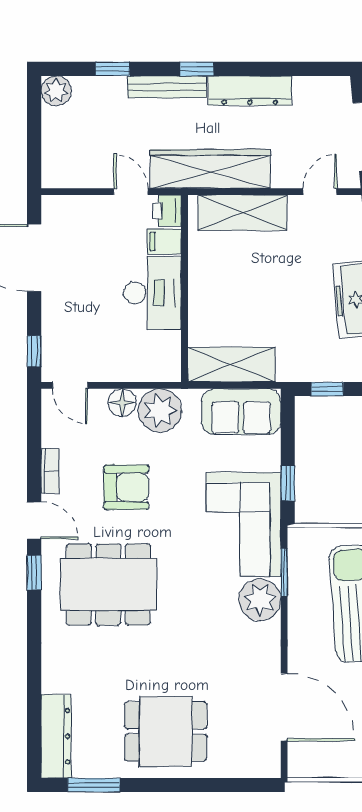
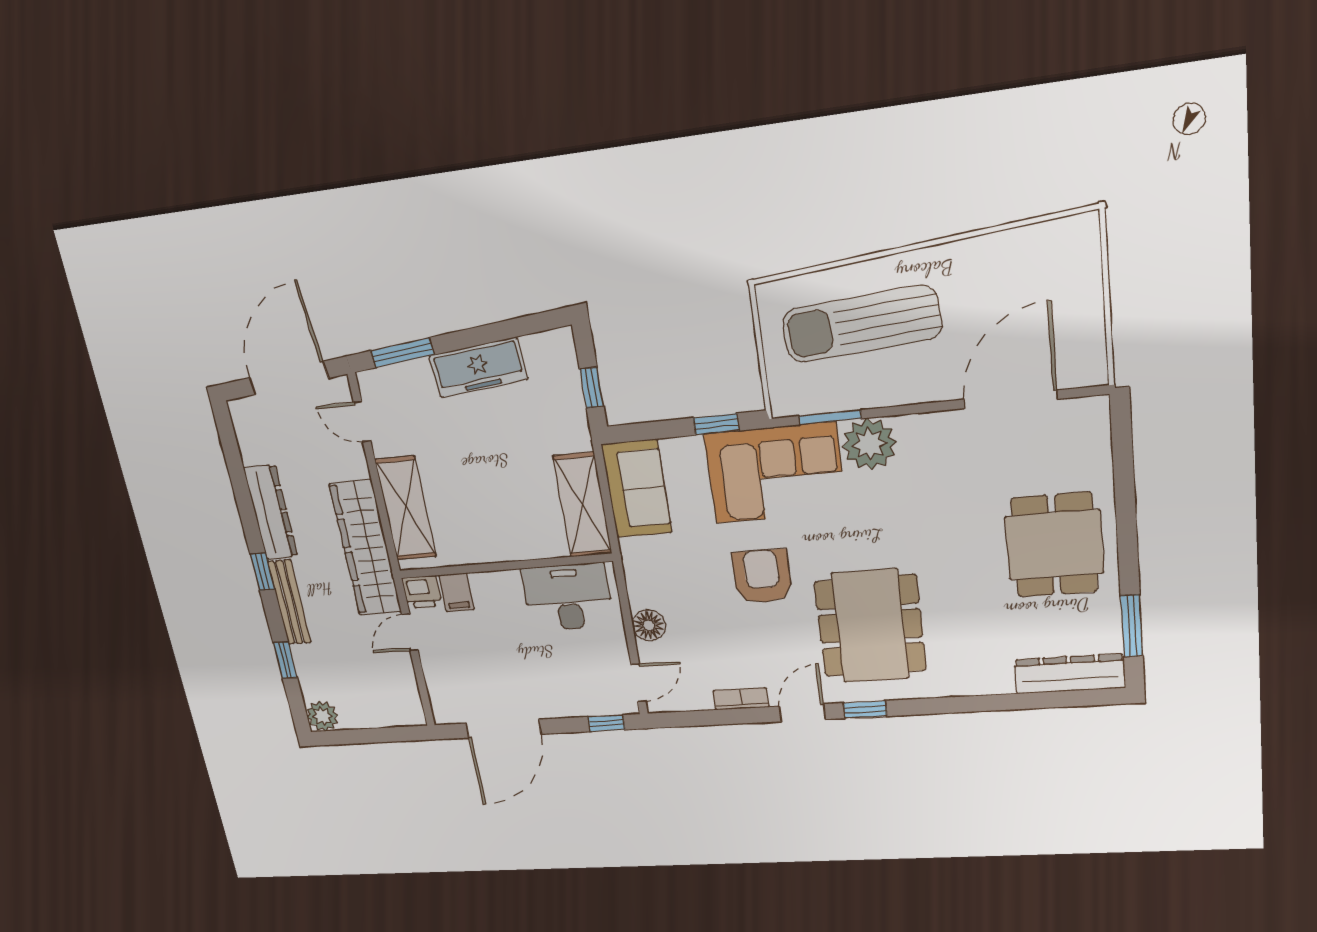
desk: (152, 293) -> (568, 597), moved
plant: (160, 411) -> (651, 582), removed
armchair: (126, 487) -> (762, 576), moved

